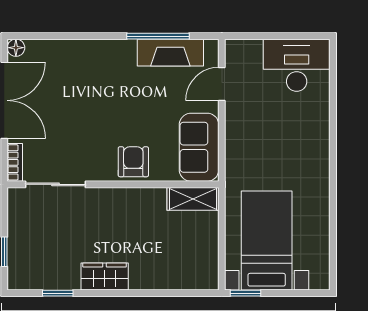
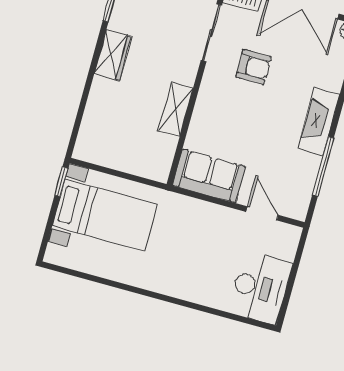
fireplace: (170, 53) -> (319, 121), moved
armchair: (133, 162) -> (254, 67), moved
shelving: (193, 199) -> (176, 109), moved

